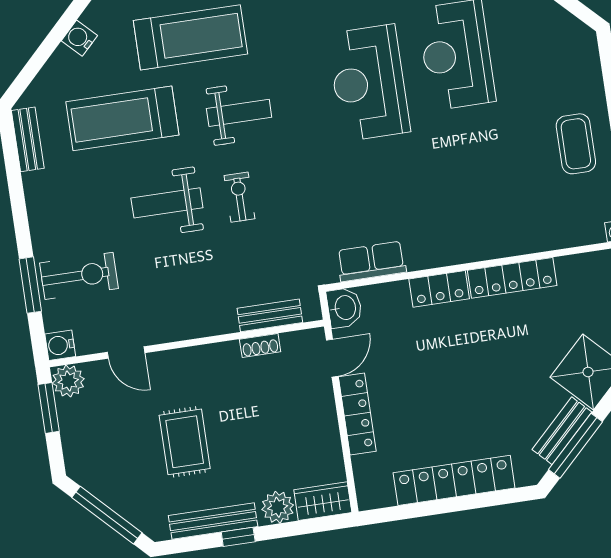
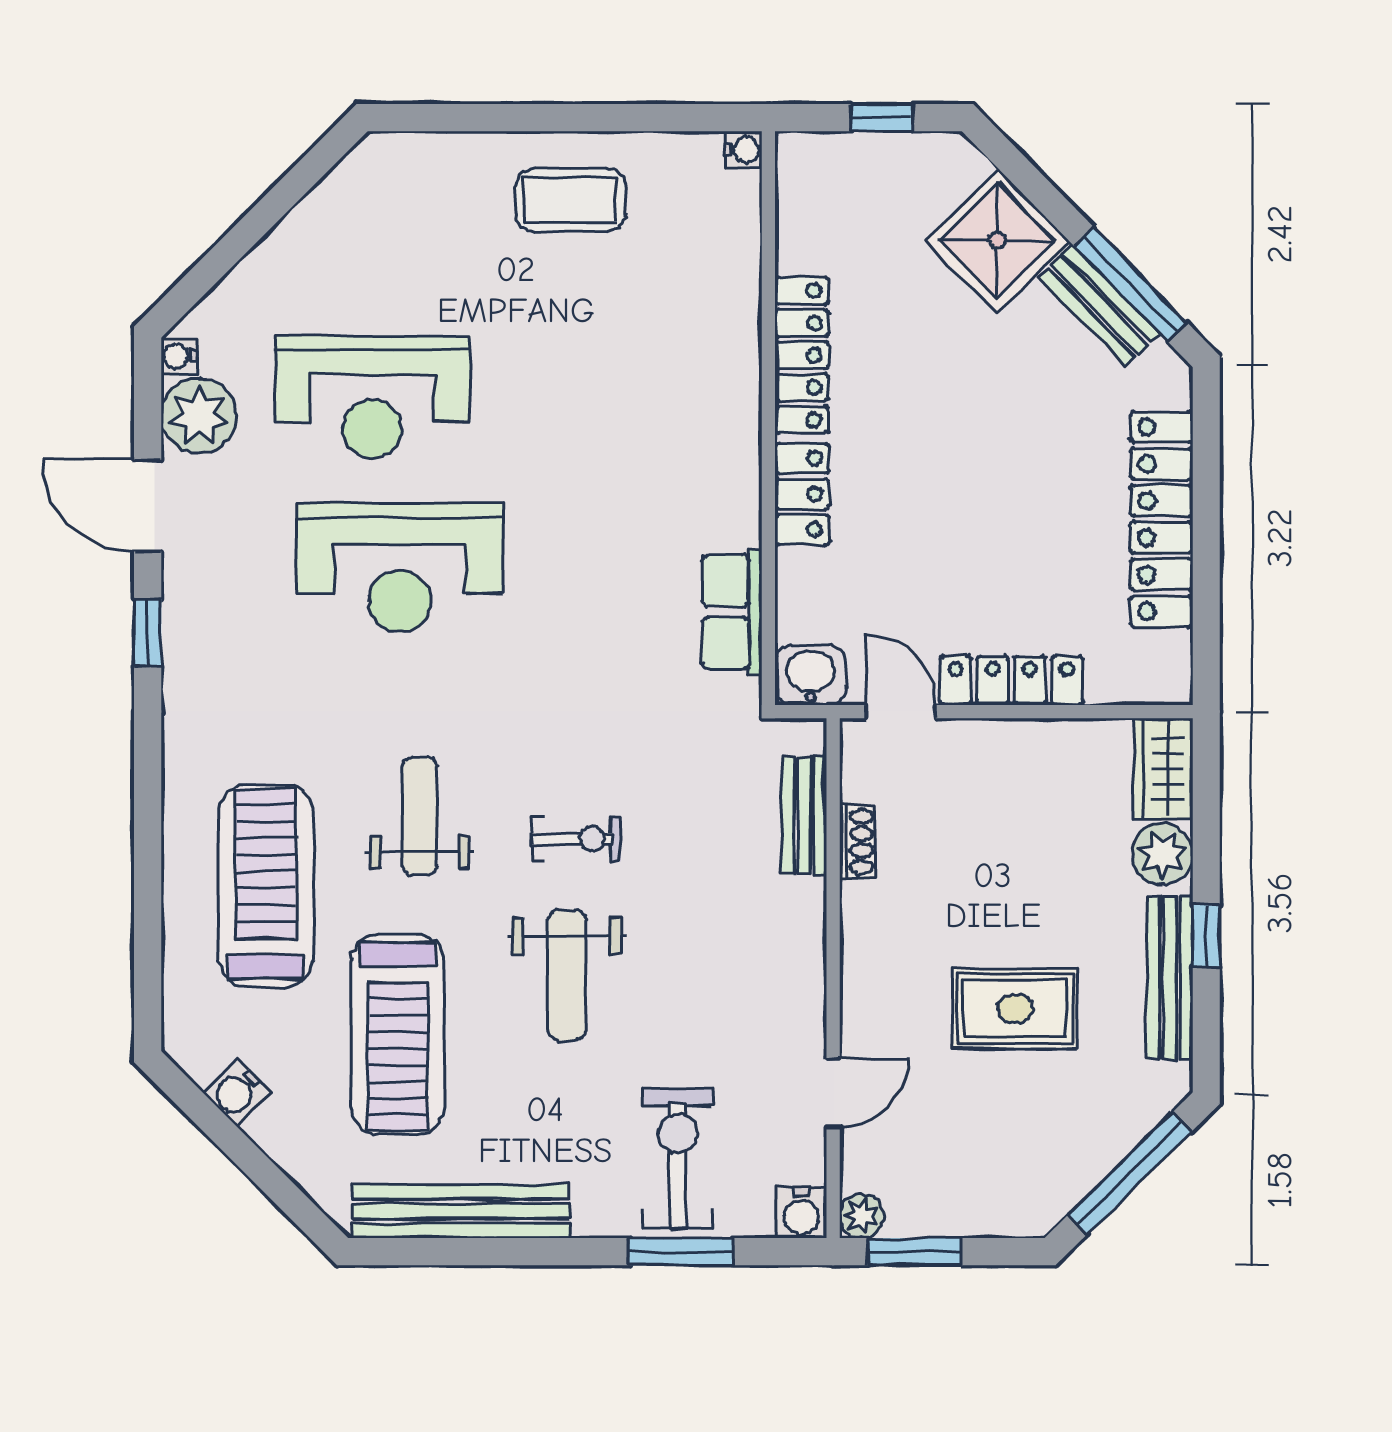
bench: (28, 139) -> (461, 1211), width x1.86, depth x1.21
exercise bike: (240, 197) -> (576, 839), turned 180
plant: (68, 381) -> (862, 1216), width x0.73, depth x0.73

